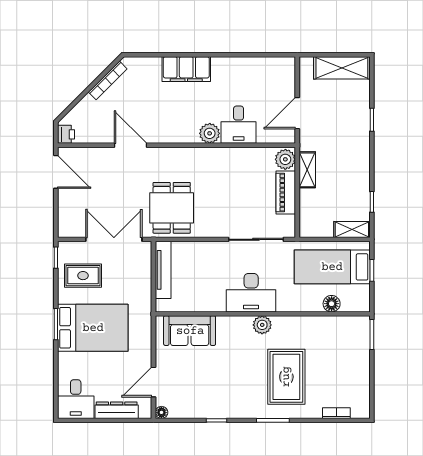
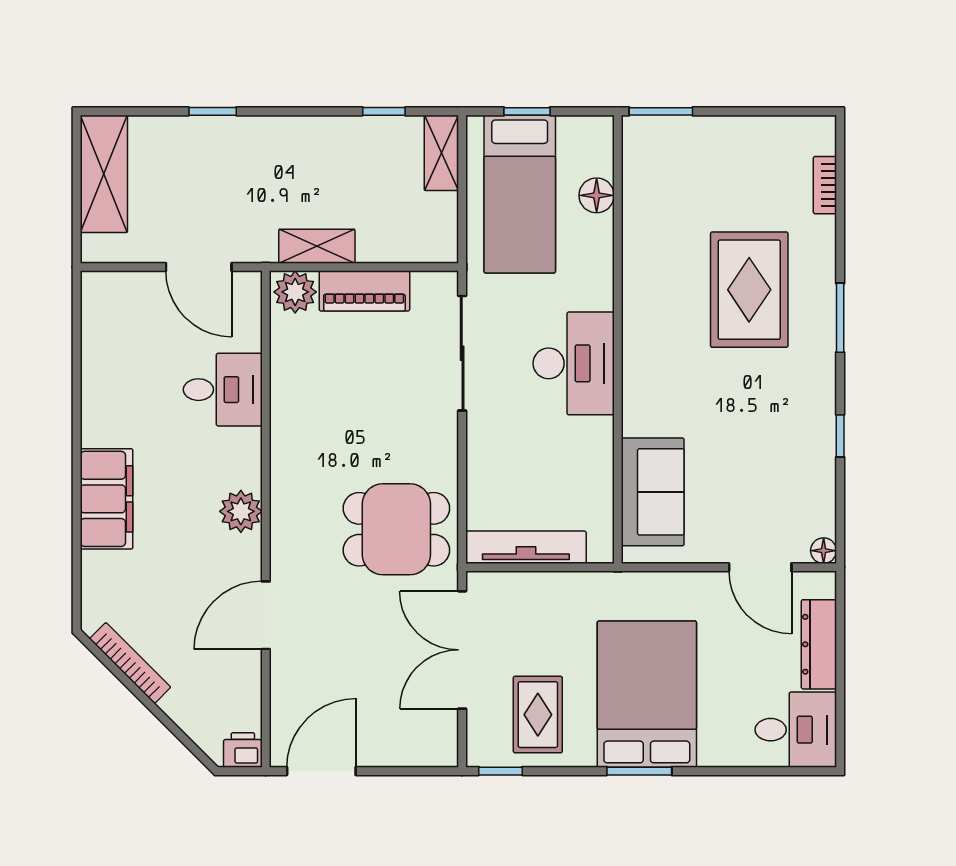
plant: (210, 133) -> (241, 511), moved
plant: (262, 325) -> (641, 340), removed
rug: (286, 377) -> (749, 290), turned 90

